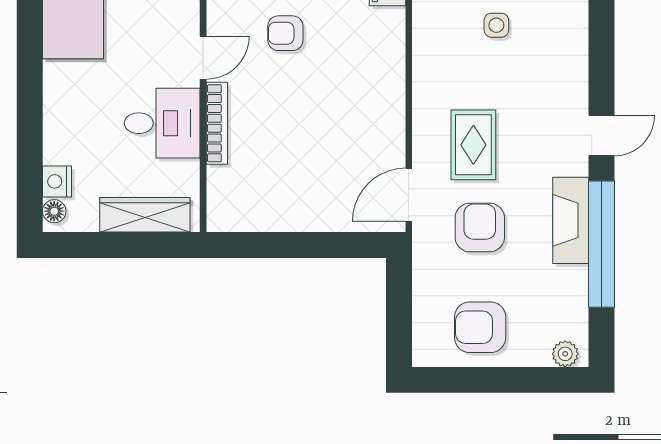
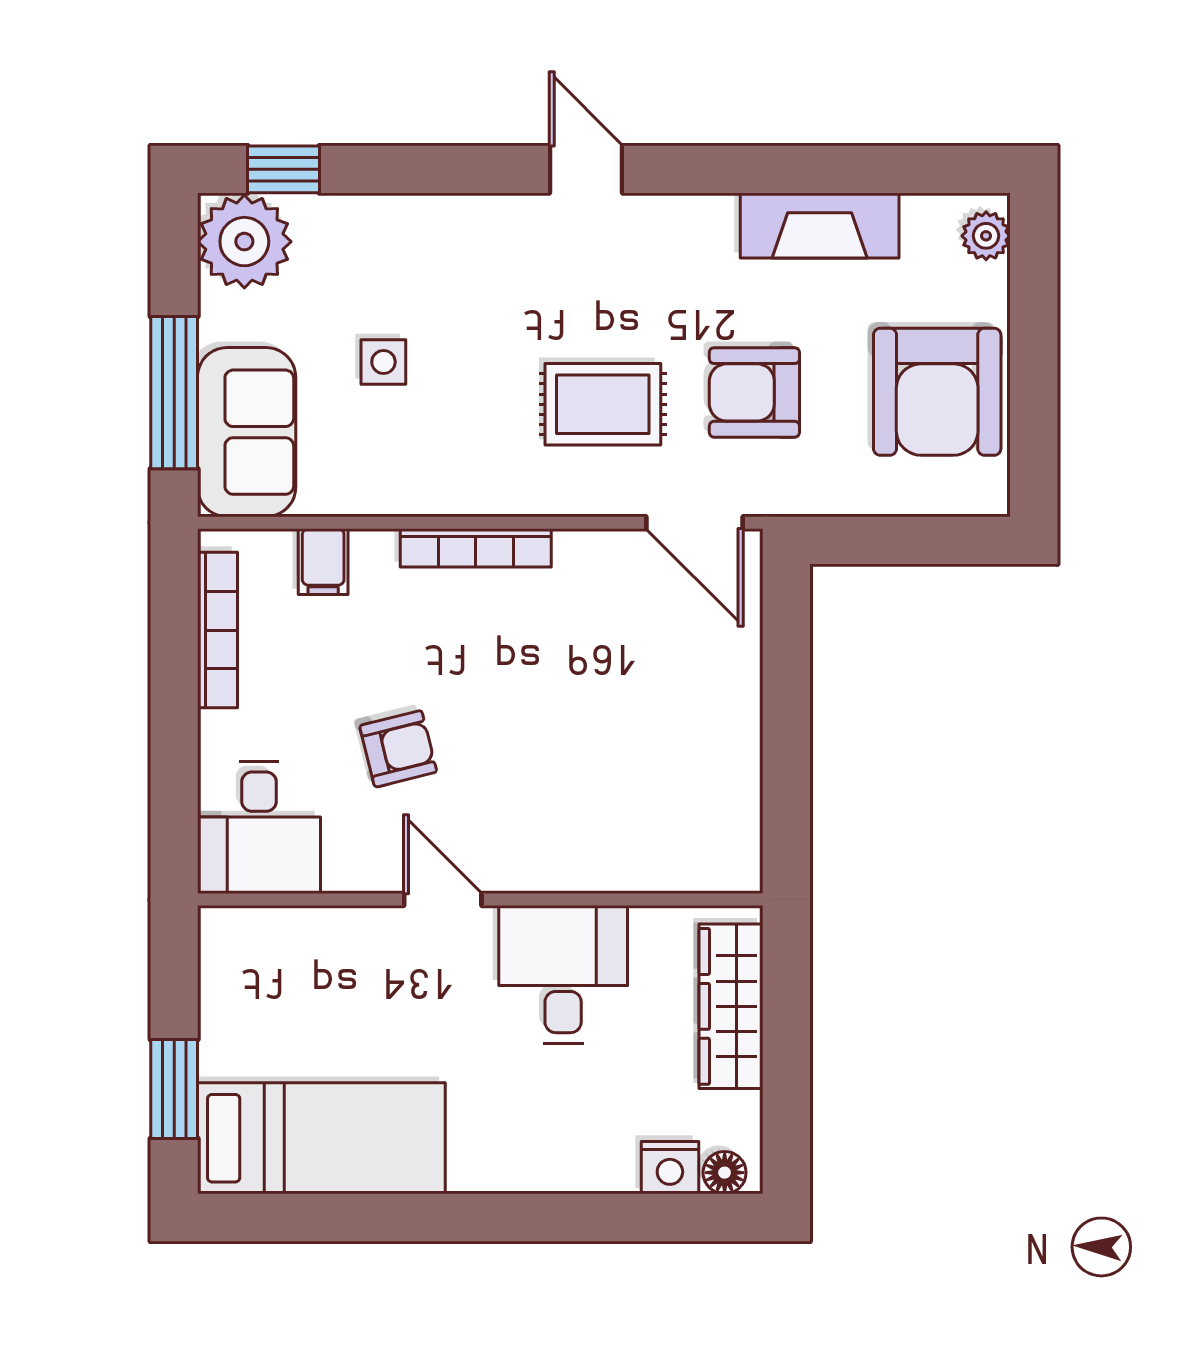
armchair: (285, 33) -> (398, 749), turned -104
bookcase: (217, 123) -> (476, 548), moved, turned 180
fireplace: (571, 220) -> (820, 226), moved
window: (601, 244) -> (785, 169), removed
armchair: (480, 327) -> (937, 392), width x1.36, depth x1.36

